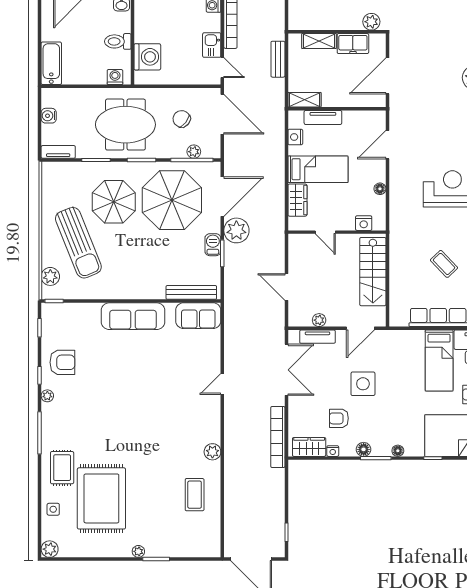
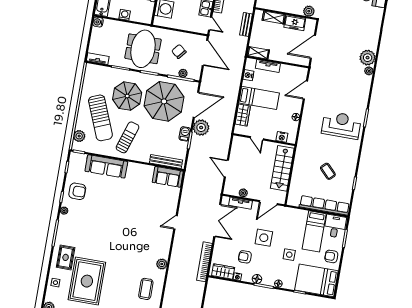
washing machine: (115, 77) -> (125, 15), moved
water cooler: (49, 116) -> (98, 22), moved
meeting table: (125, 125) -> (143, 49), turned 90
sun lounger: (125, 266) -> (128, 137), added
sofa: (133, 316) -> (106, 166), moved
side table: (407, 403) -> (289, 255), added

